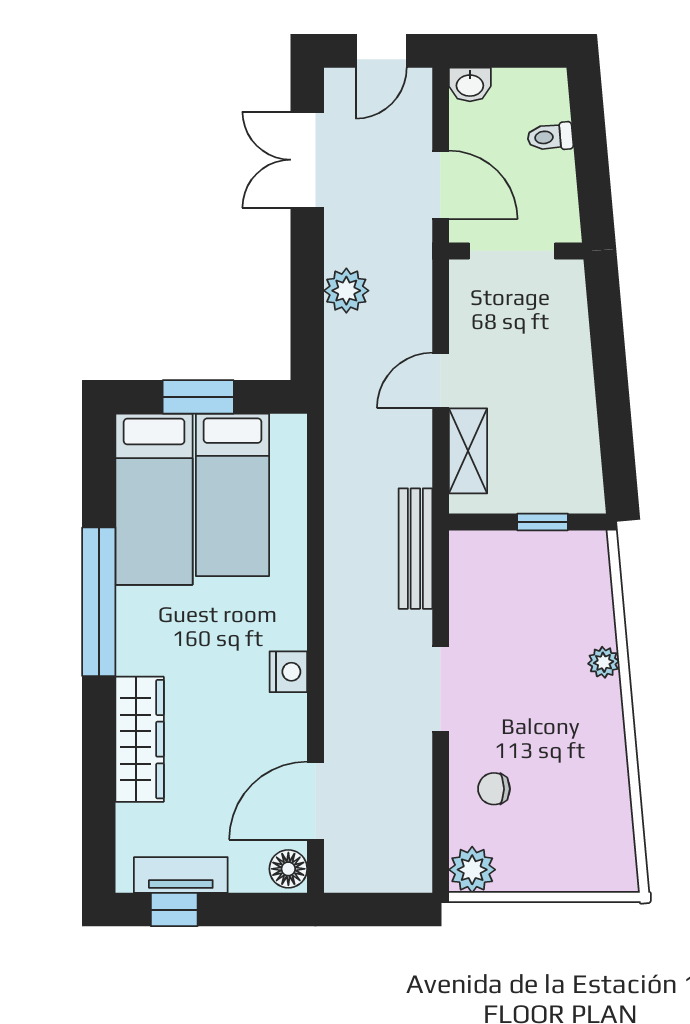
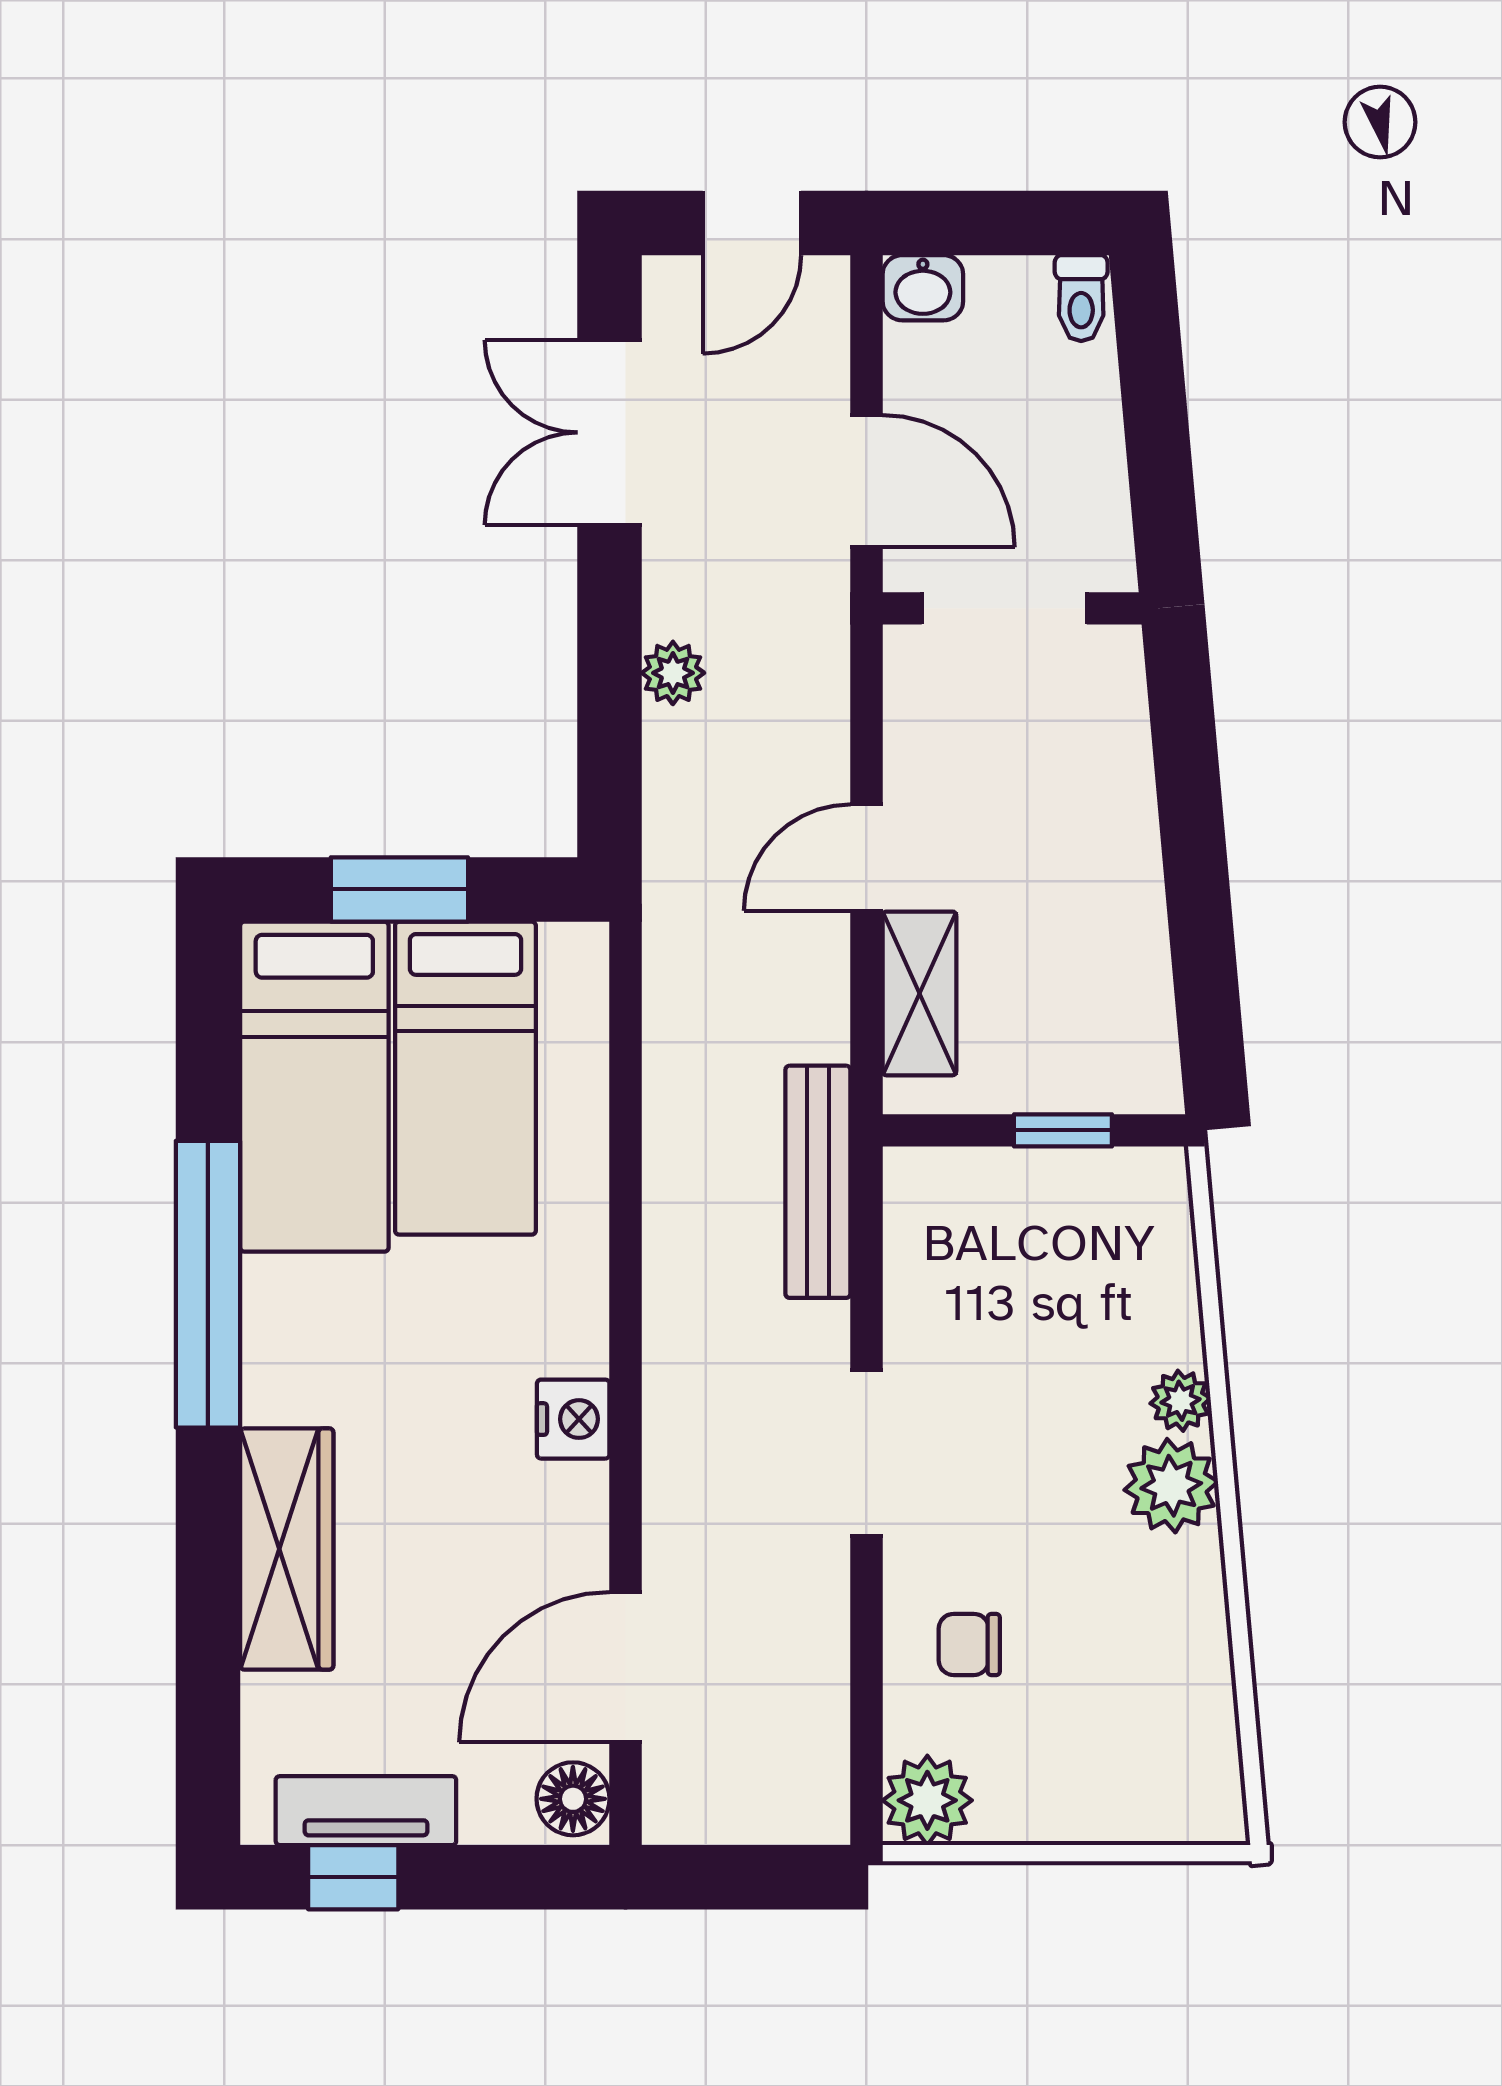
toilet: (550, 137) -> (1081, 298), moved, turned -85
plant: (346, 291) -> (673, 673), width x0.73, depth x0.73
plant: (599, 706) -> (1171, 1486), added

